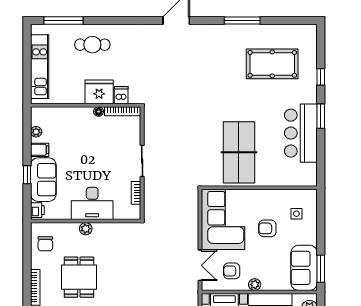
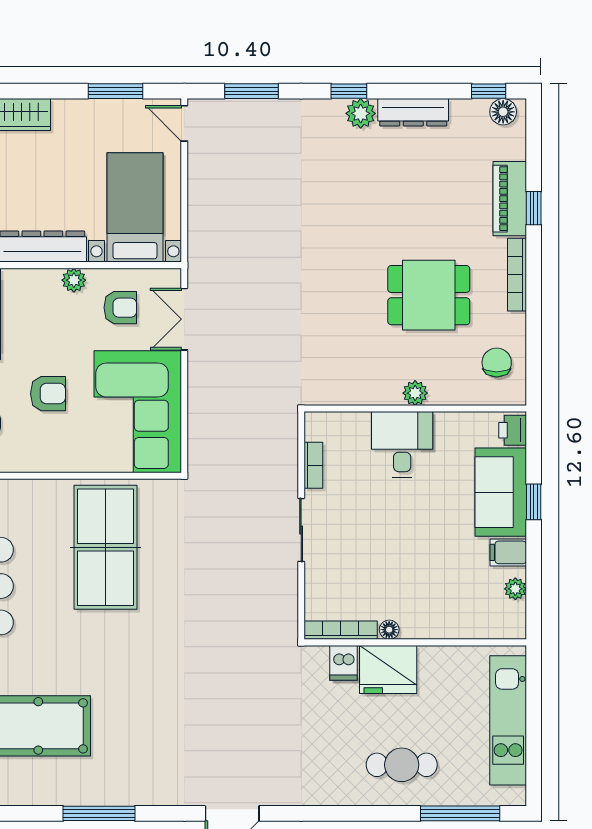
desk: (92, 203) -> (402, 444), width x0.73
dining table: (79, 277) -> (429, 295), turned 90

